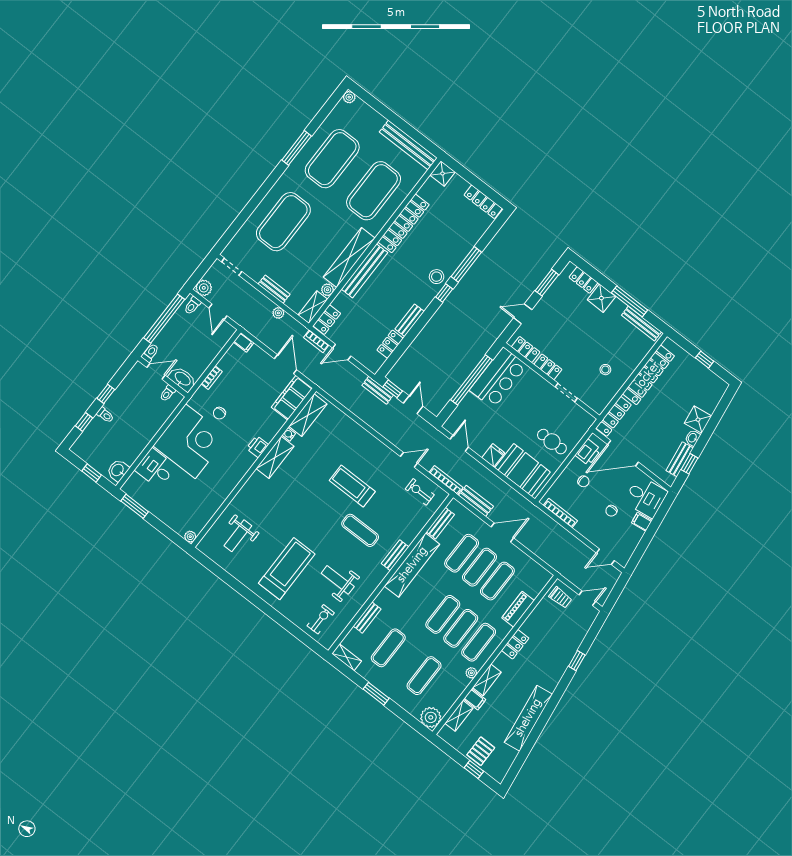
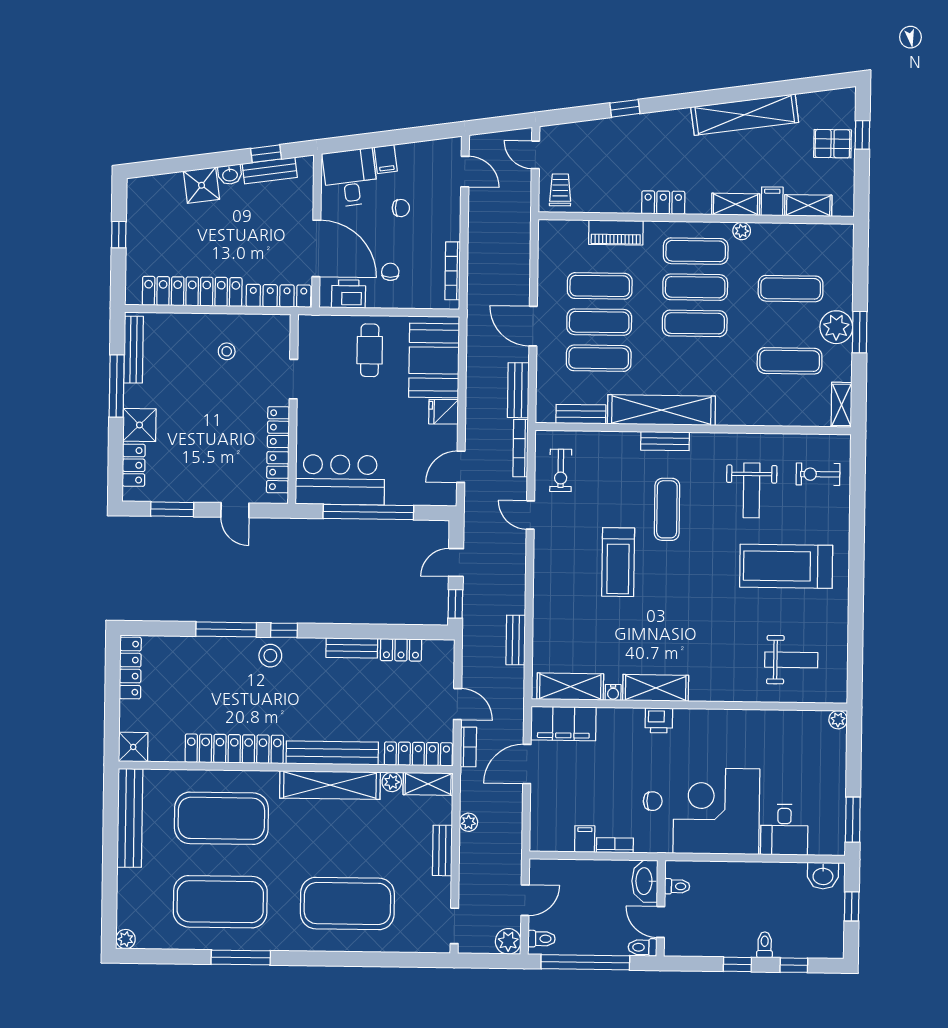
locker: (327, 320) -> (418, 754), width x1.53
filing cabinet: (244, 342) -> (585, 839), moved
bench: (378, 390) -> (516, 640), moved
bench: (367, 617) -> (771, 417), removed
plant: (431, 717) -> (836, 327), moved

